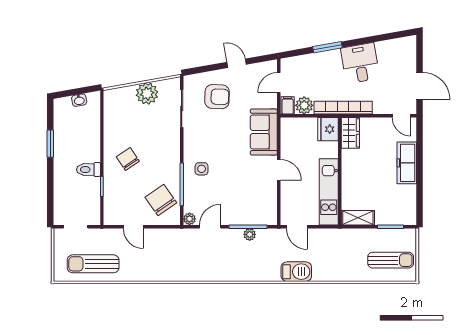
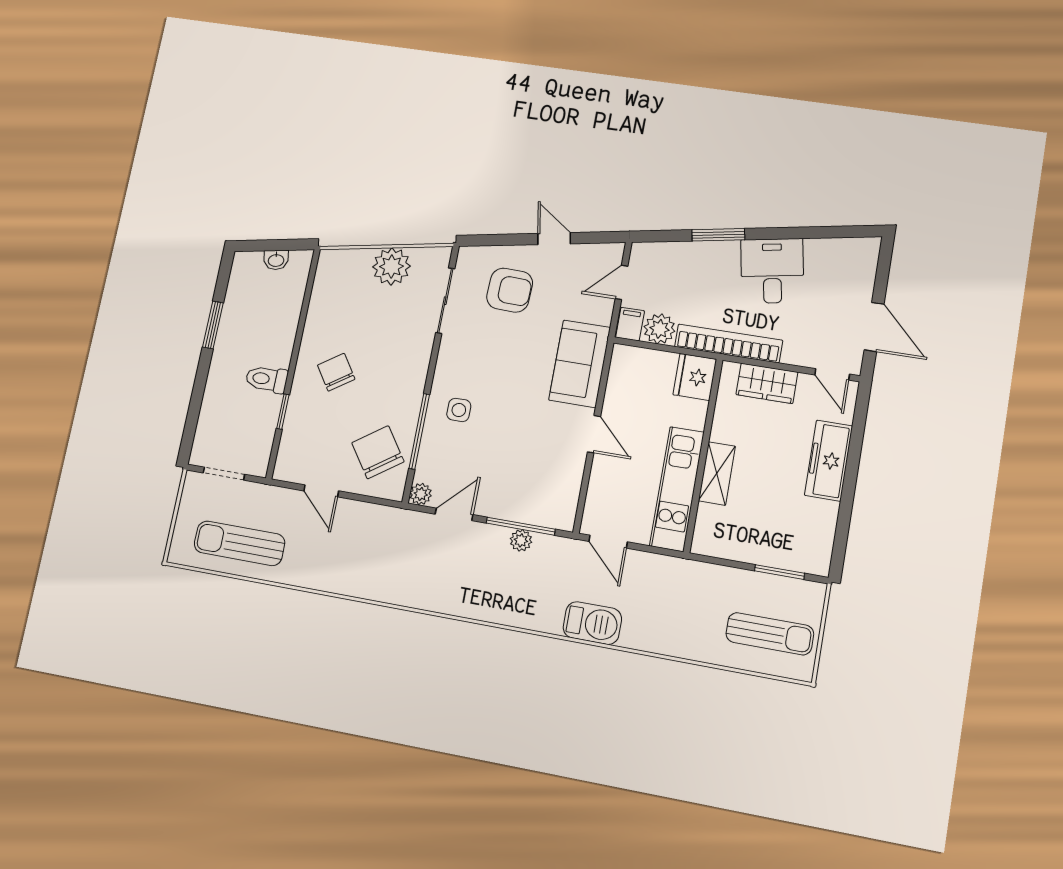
wardrobe: (350, 133) -> (767, 383), moved, turned 90
shelving: (358, 218) -> (717, 474), moved, turned 90

